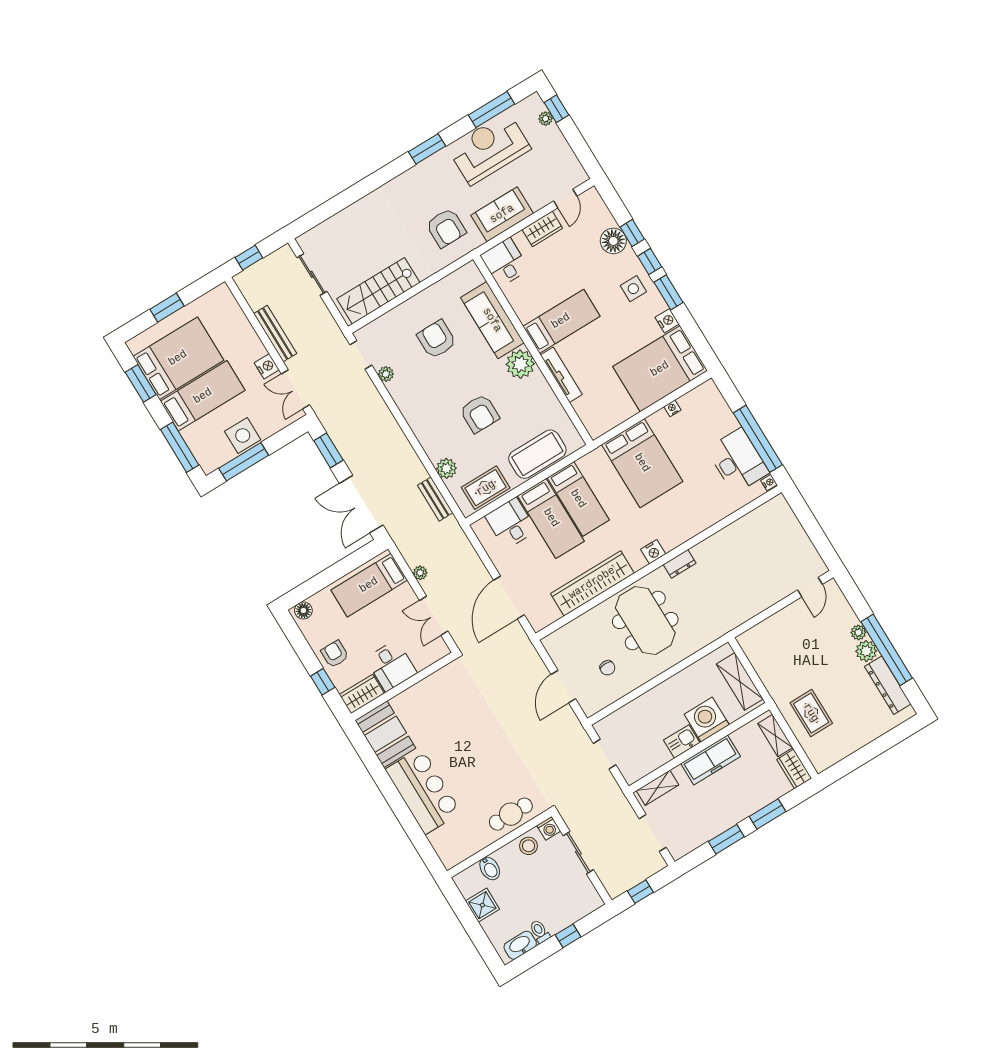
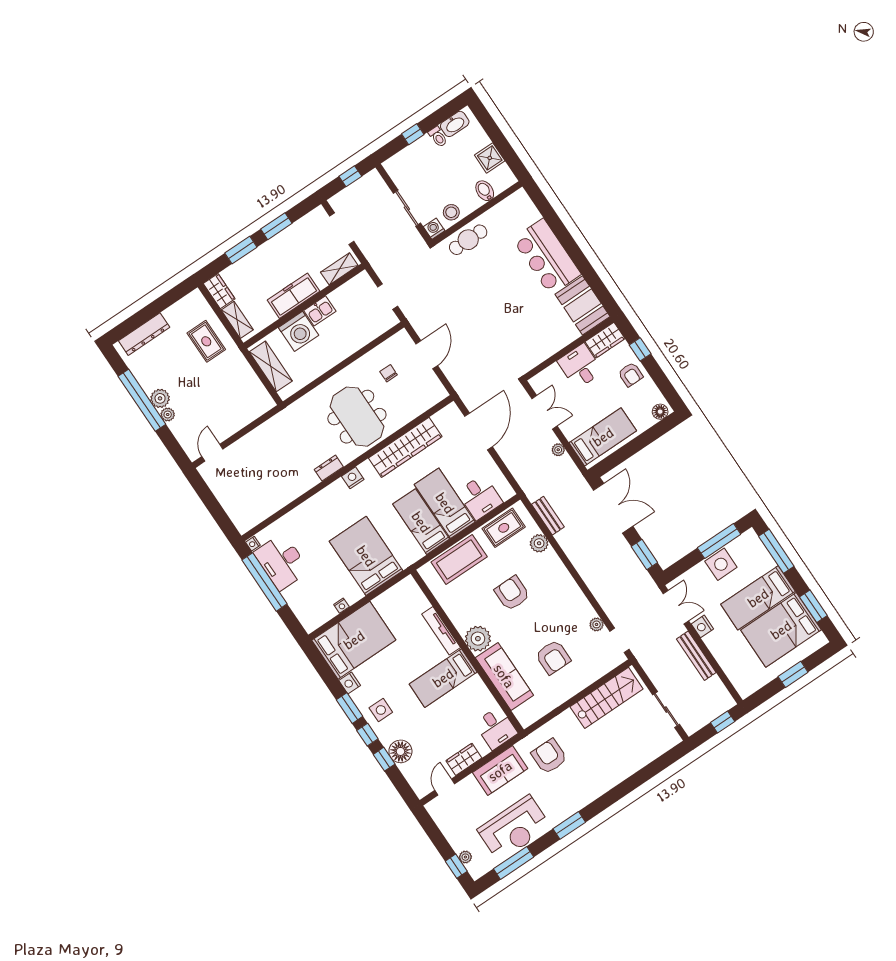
dresser: (888, 685) -> (144, 334), moved, turned 90

